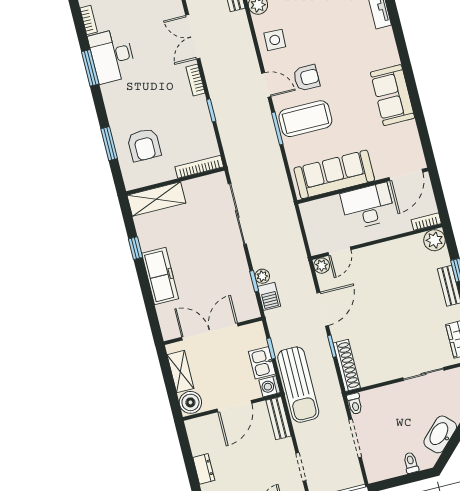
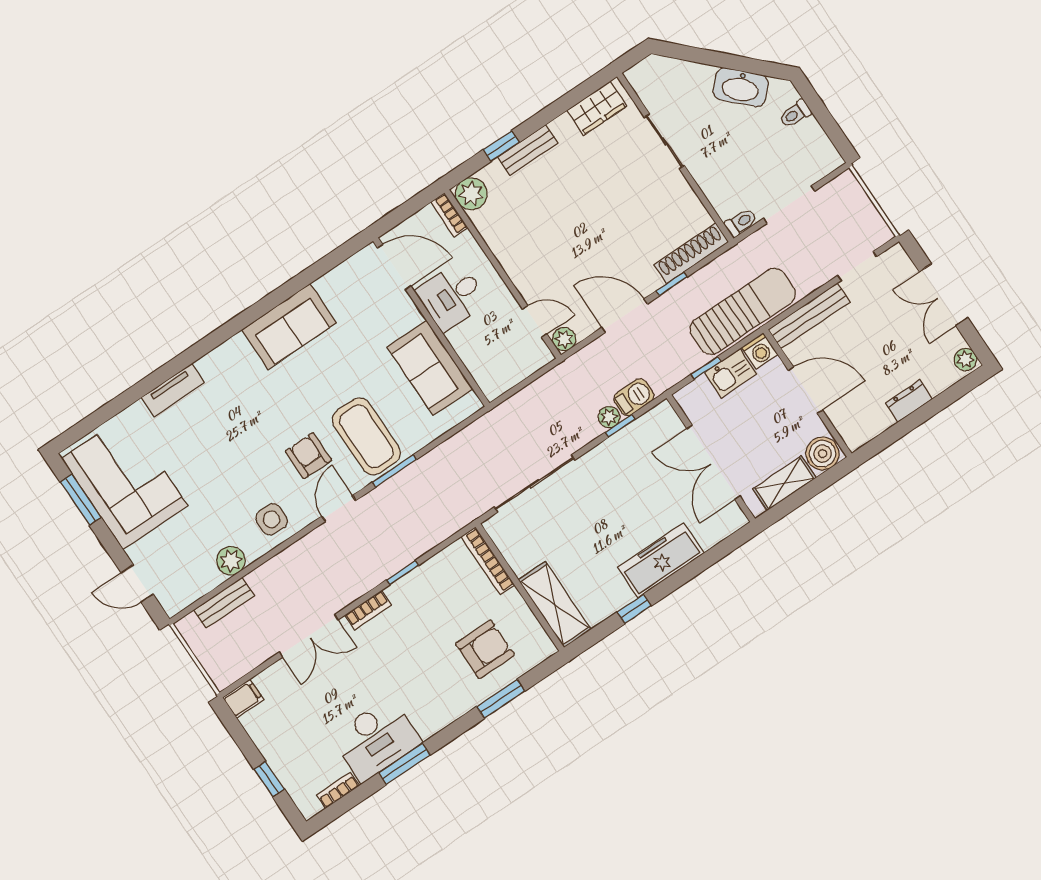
sofa: (334, 174) -> (430, 368), width x0.73
desk: (368, 206) -> (452, 296), width x0.73
bench: (279, 418) -> (809, 316), width x1.36

